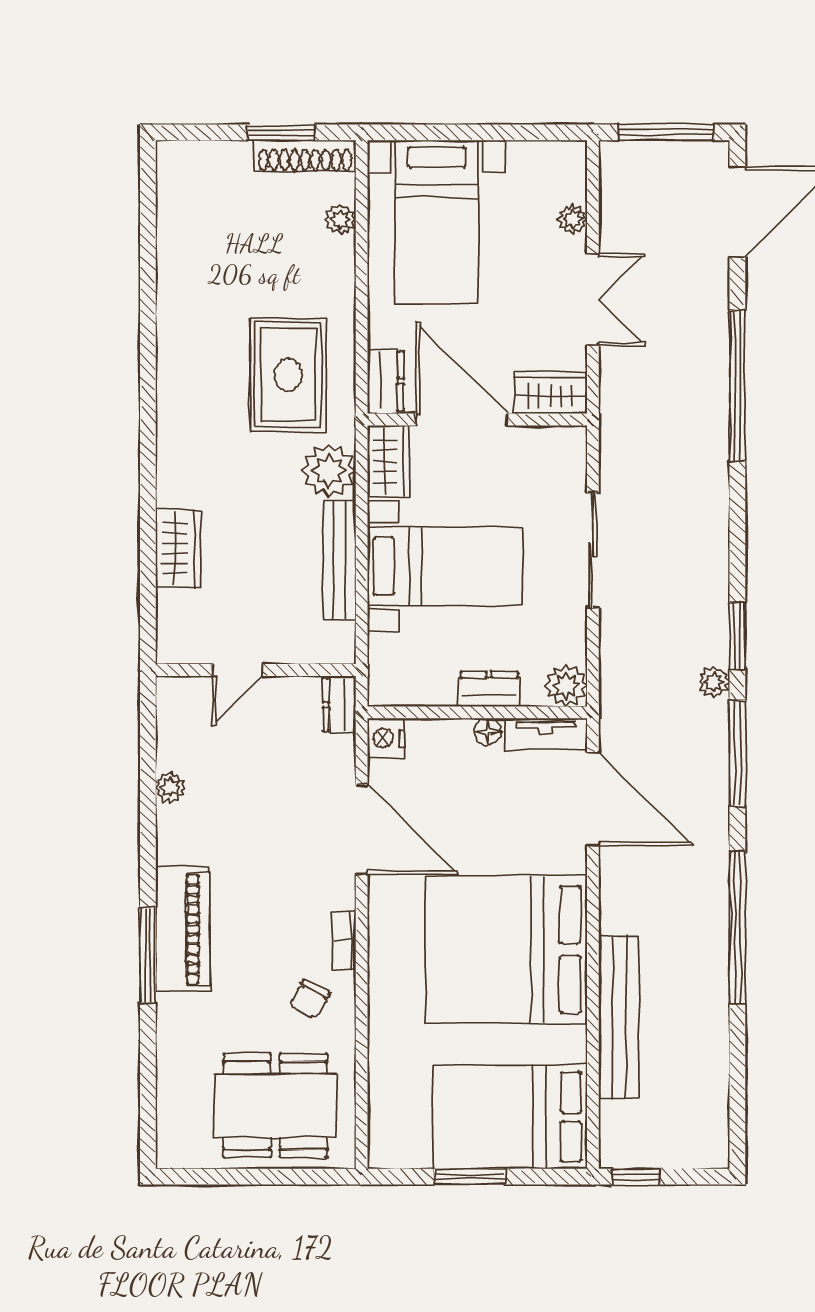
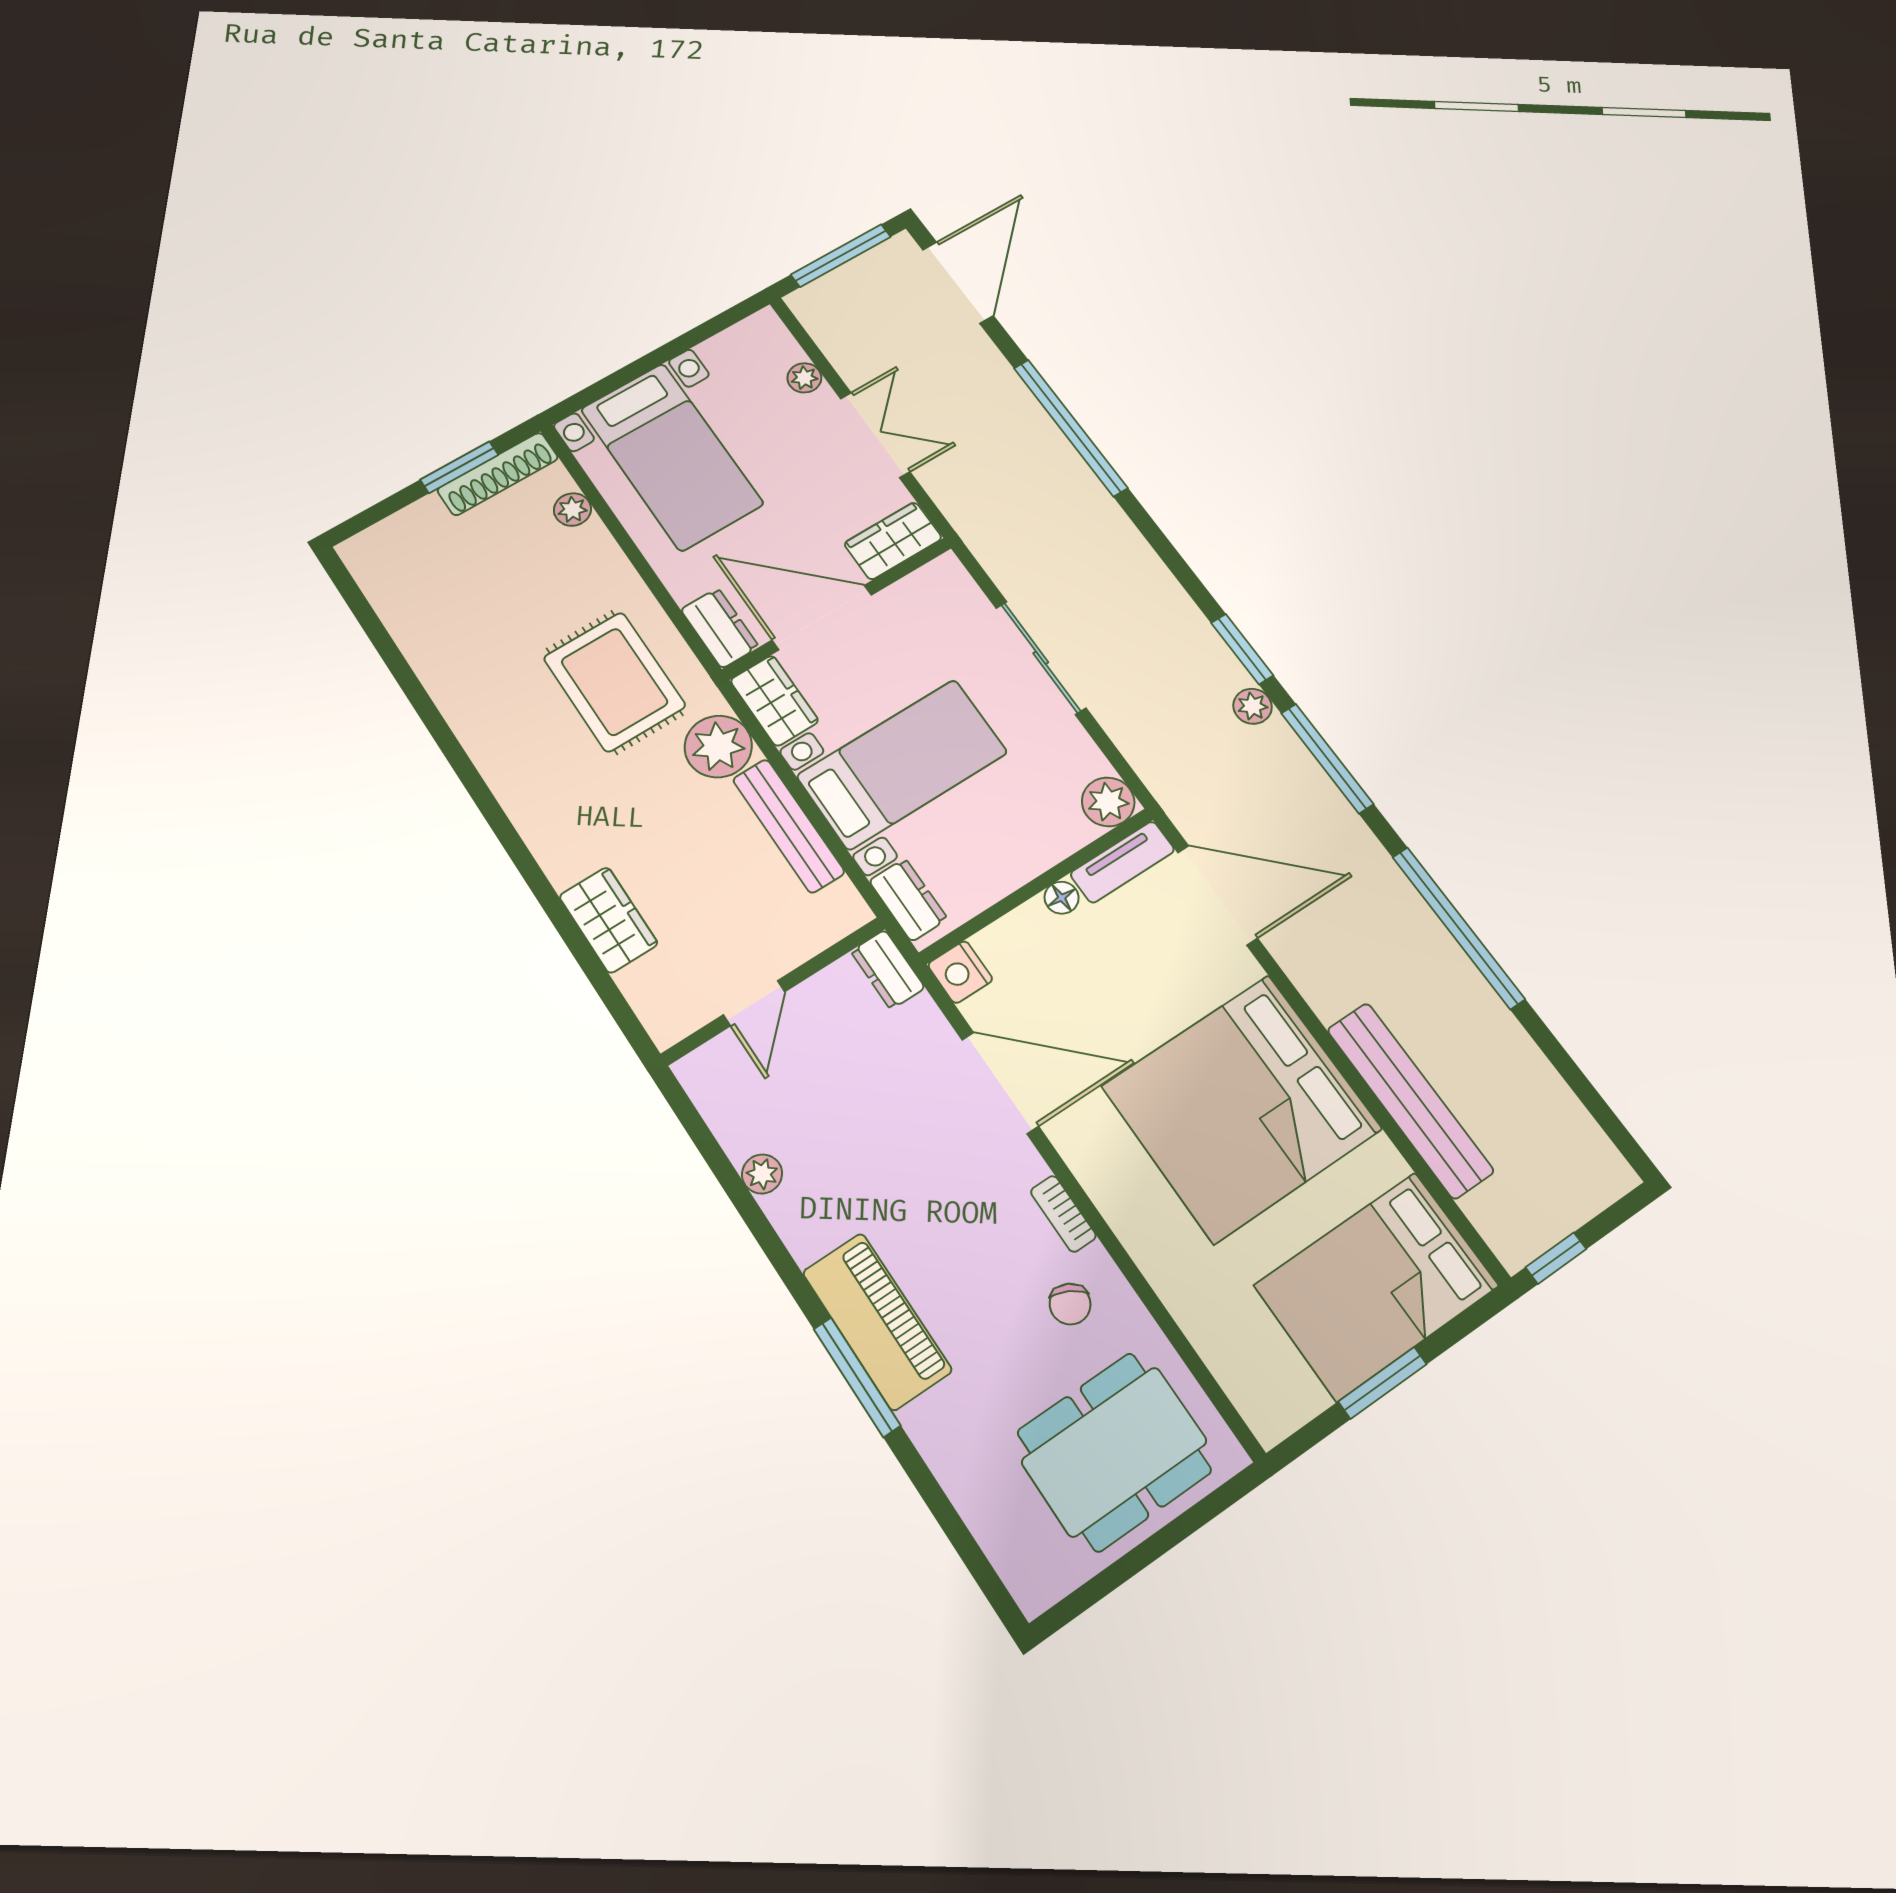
dresser: (489, 689) -> (908, 900), moved, turned 90

